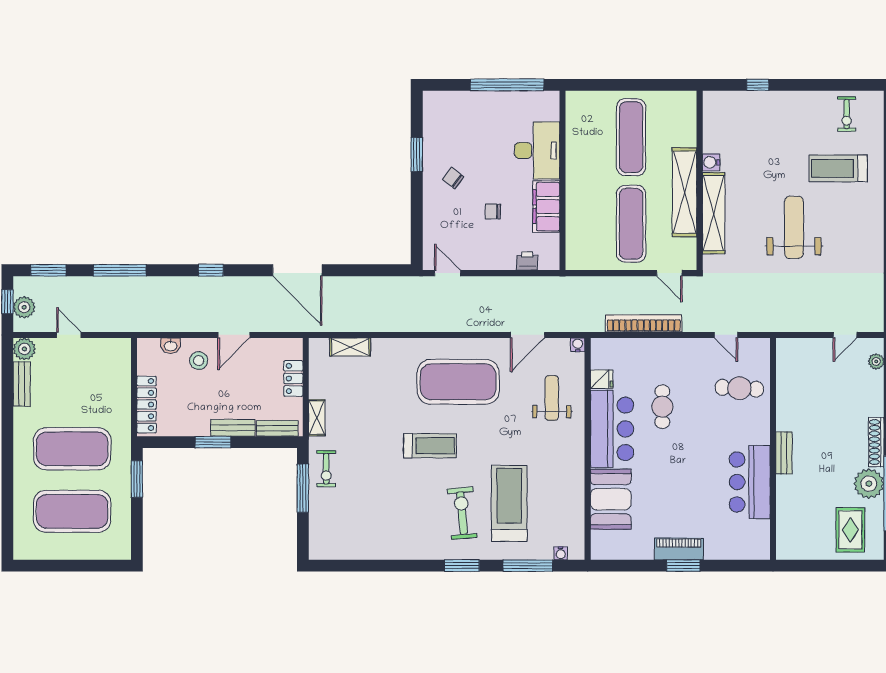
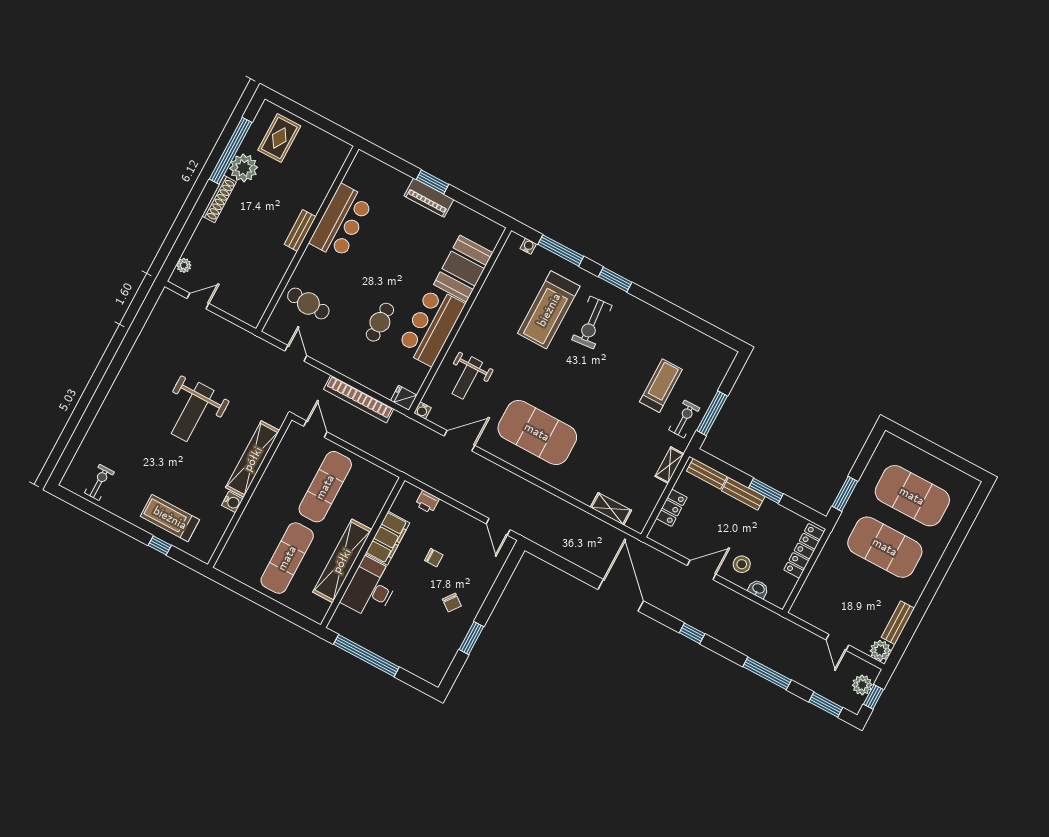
treadmill: (838, 168) -> (170, 518), moved, turned 180
shelving: (685, 192) -> (342, 561), moved
fridge: (602, 379) -> (404, 398), moved
treadmill: (430, 446) -> (661, 386), moved, turned 90

